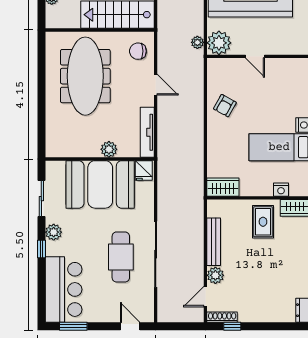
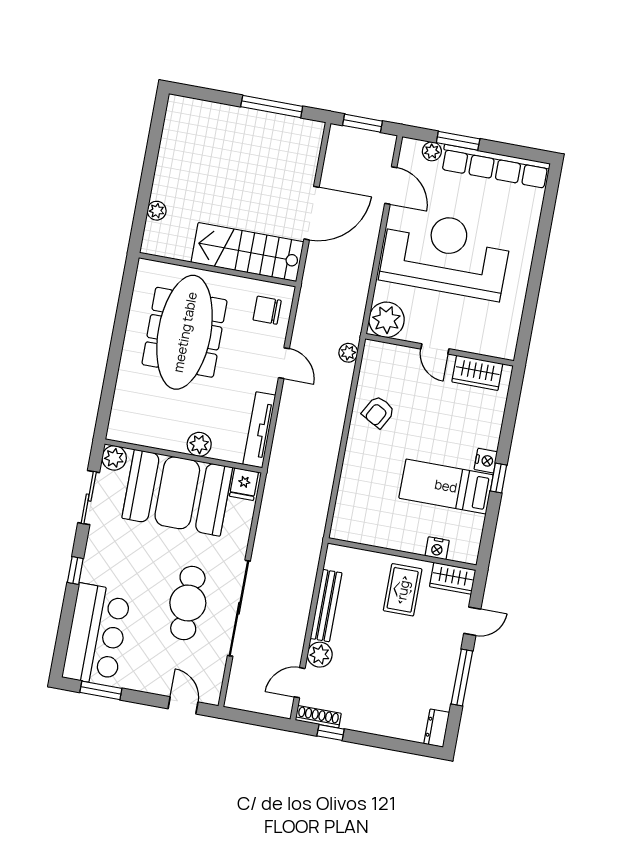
plant: (197, 42) -> (348, 353), moved
wardrobe: (223, 187) -> (477, 373), moved, turned 180
plant: (54, 232) -> (114, 458), moved

